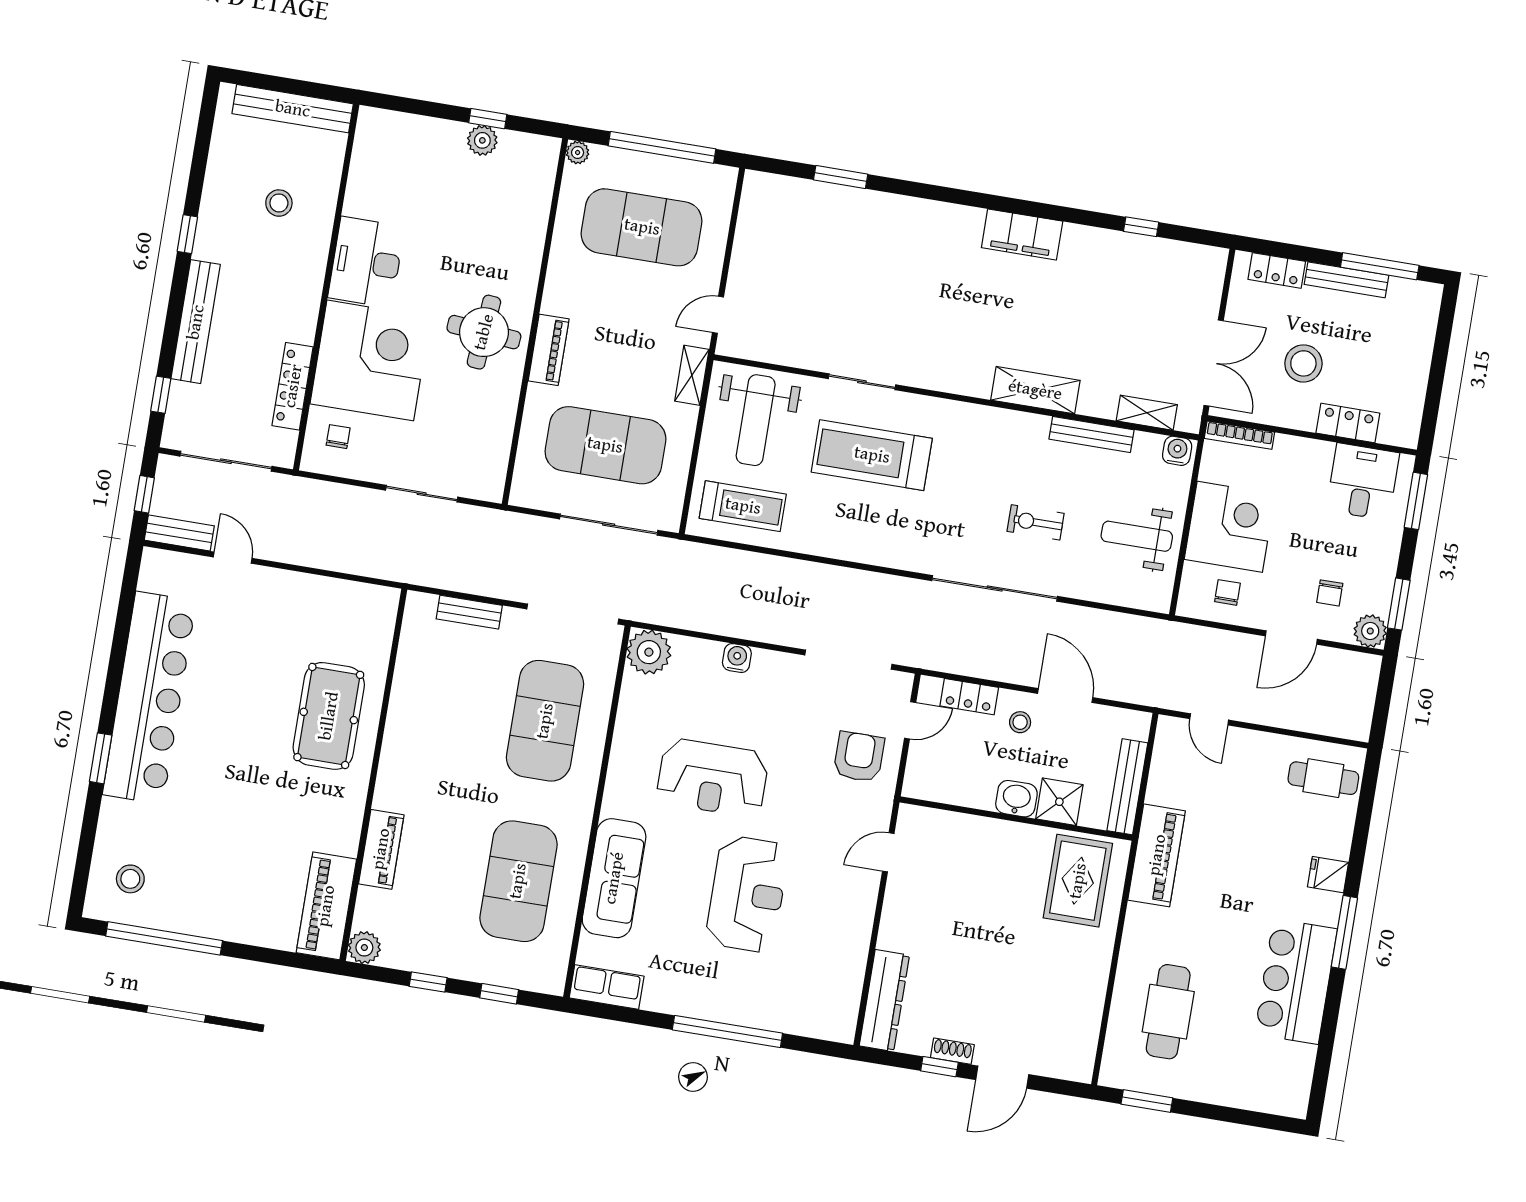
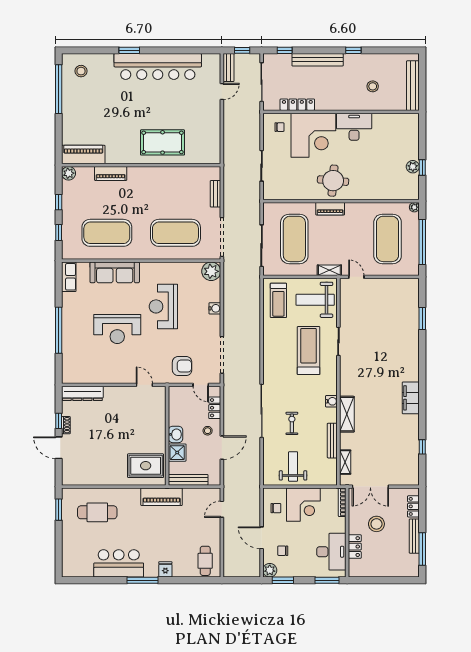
water cooler: (1177, 451) -> (331, 401), moved
desk: (1363, 482) -> (331, 552), width x1.37

